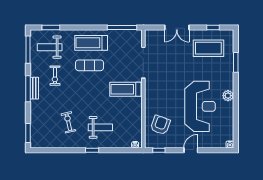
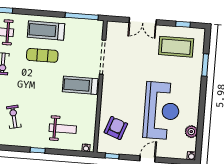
plant: (228, 96) -> (191, 132), moved
weight bench: (100, 127) -> (63, 129), moved

